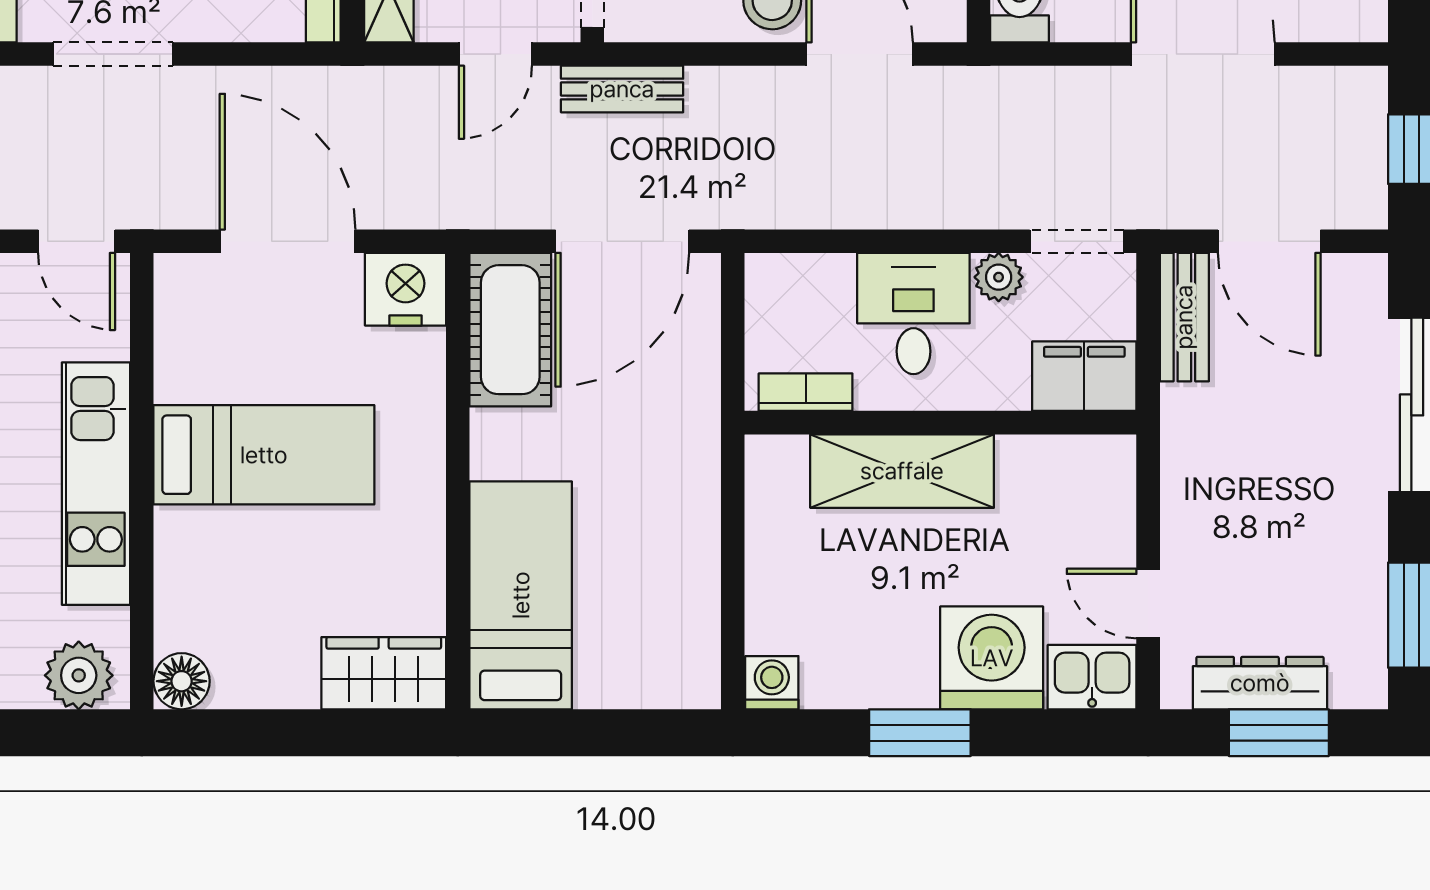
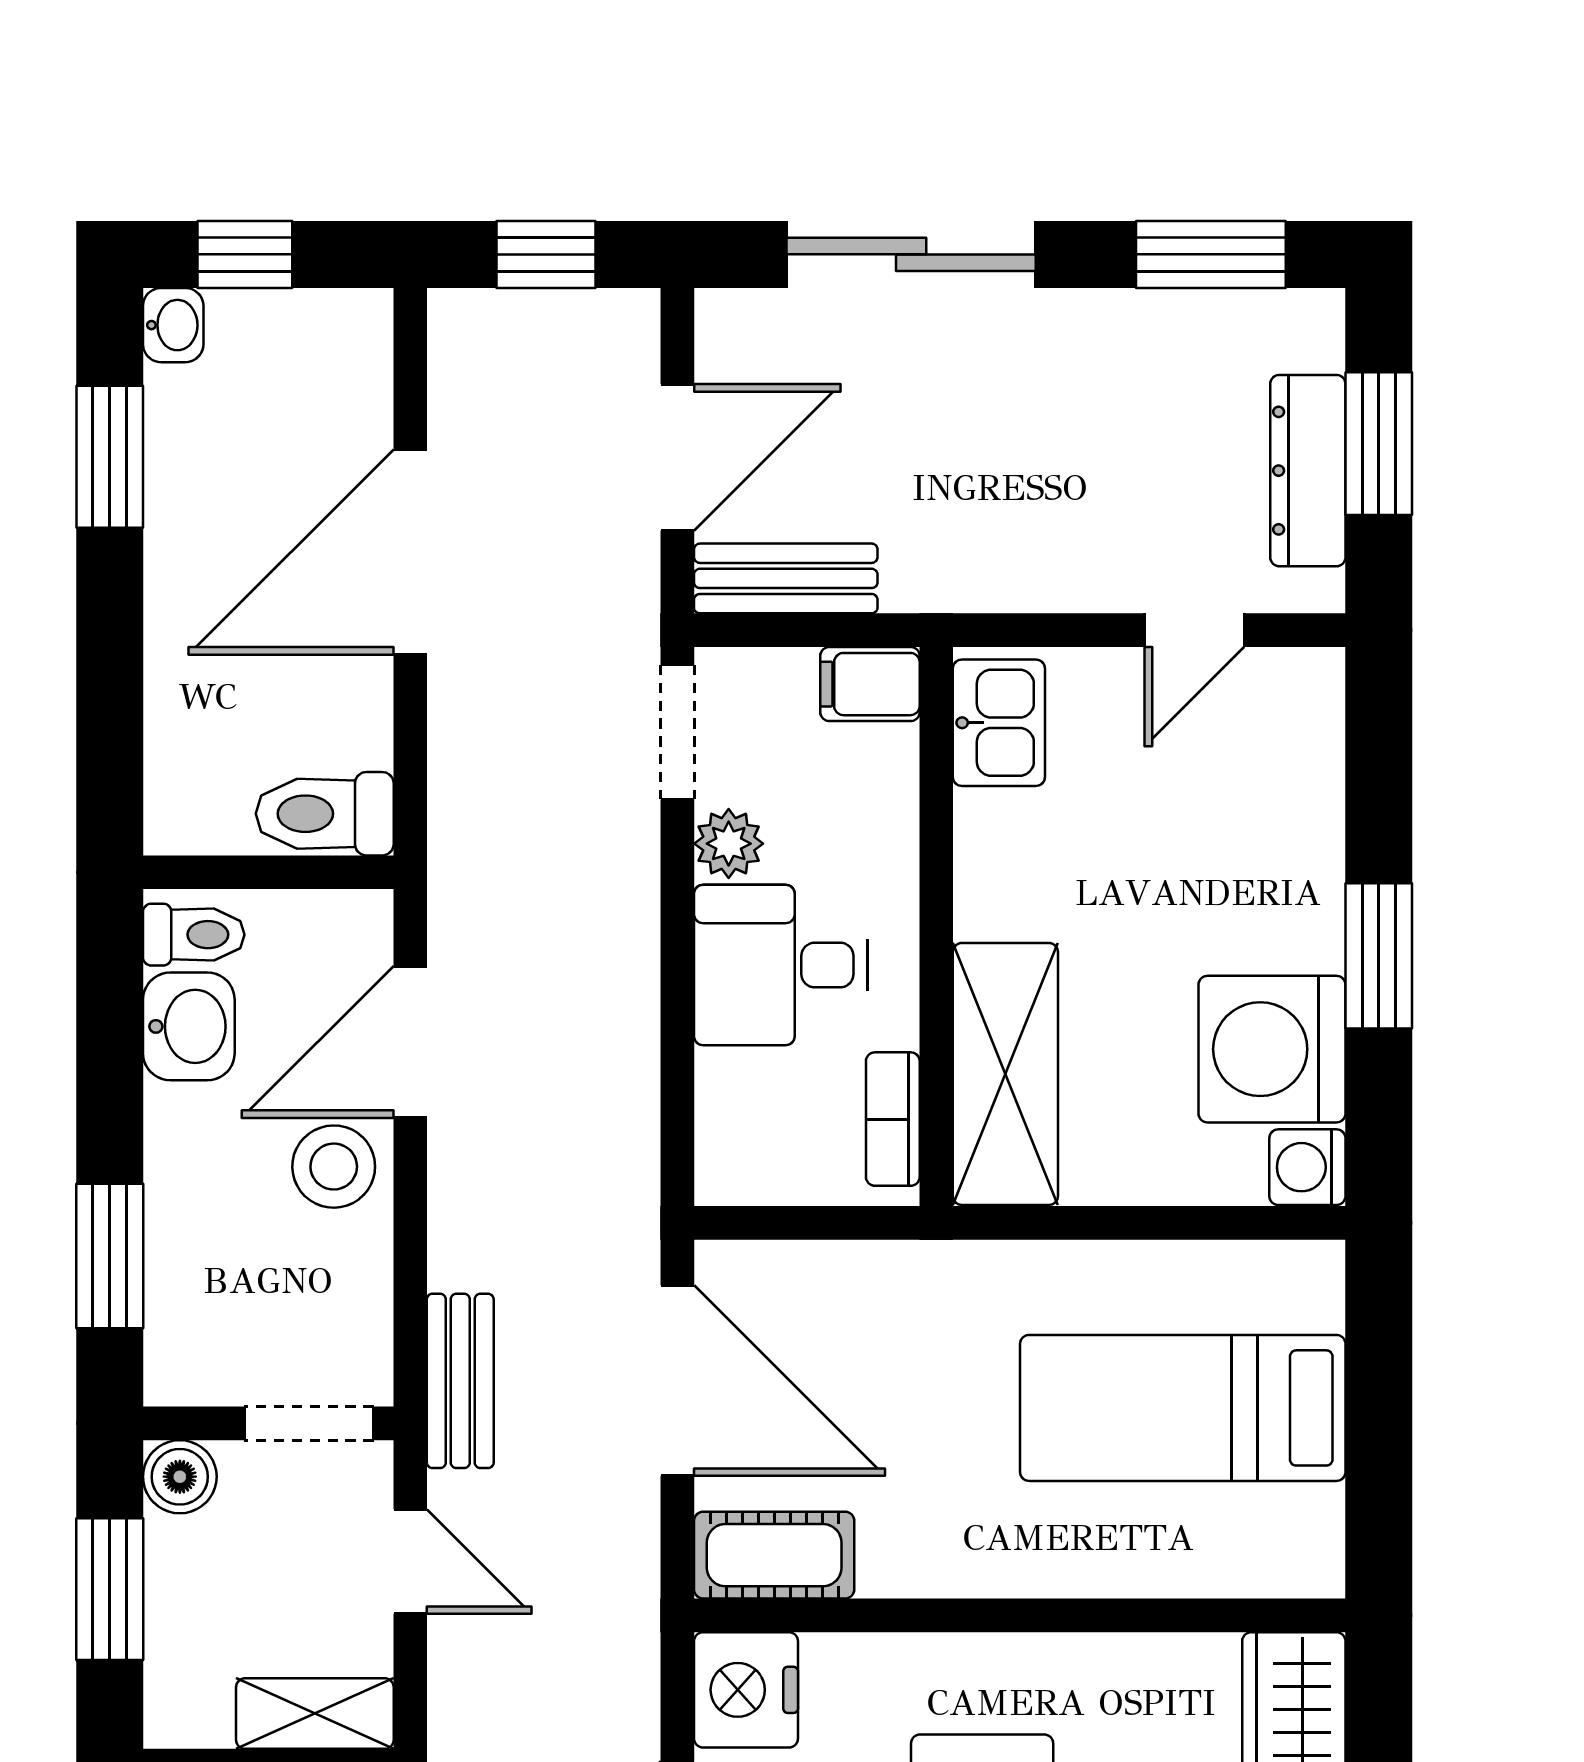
cot: (510, 330) -> (774, 1555), width x0.73, depth x0.75
filing cabinet: (1084, 376) -> (870, 684), width x0.50
shelving: (902, 471) -> (1005, 1074), moved
bed: (521, 595) -> (1183, 1408), moved
washing machine: (992, 658) -> (1272, 1049), moved
kitchen sink: (1092, 677) -> (999, 723), moved, turned 180

